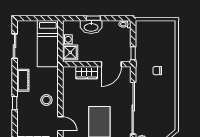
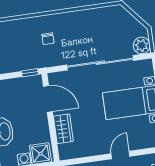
door: (60, 124) -> (120, 155), moved

